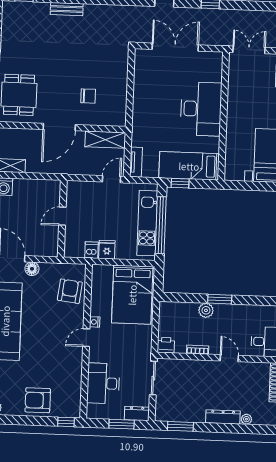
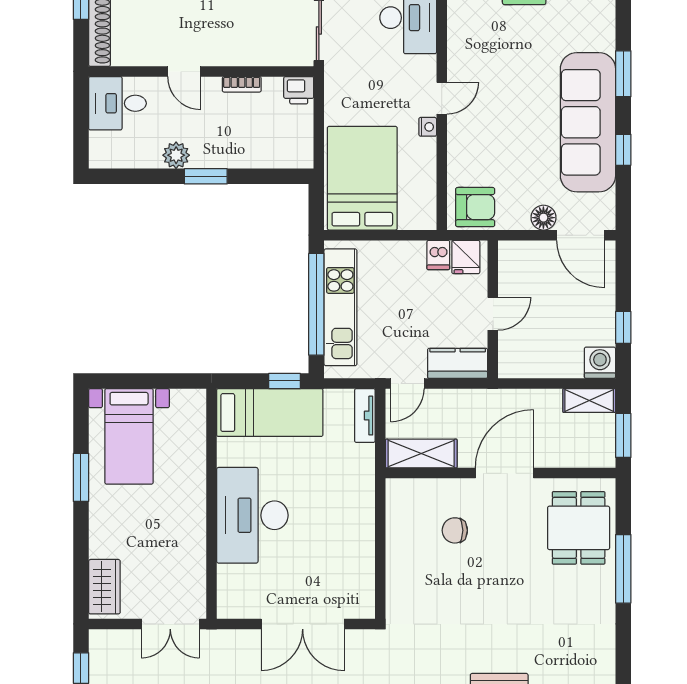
kitchen counter: (83, 189) -> (458, 363), added
fridge: (107, 250) -> (466, 257), moved
armchair: (70, 291) -> (475, 207), moved, turned -97
plant: (206, 310) -> (176, 155), moved

